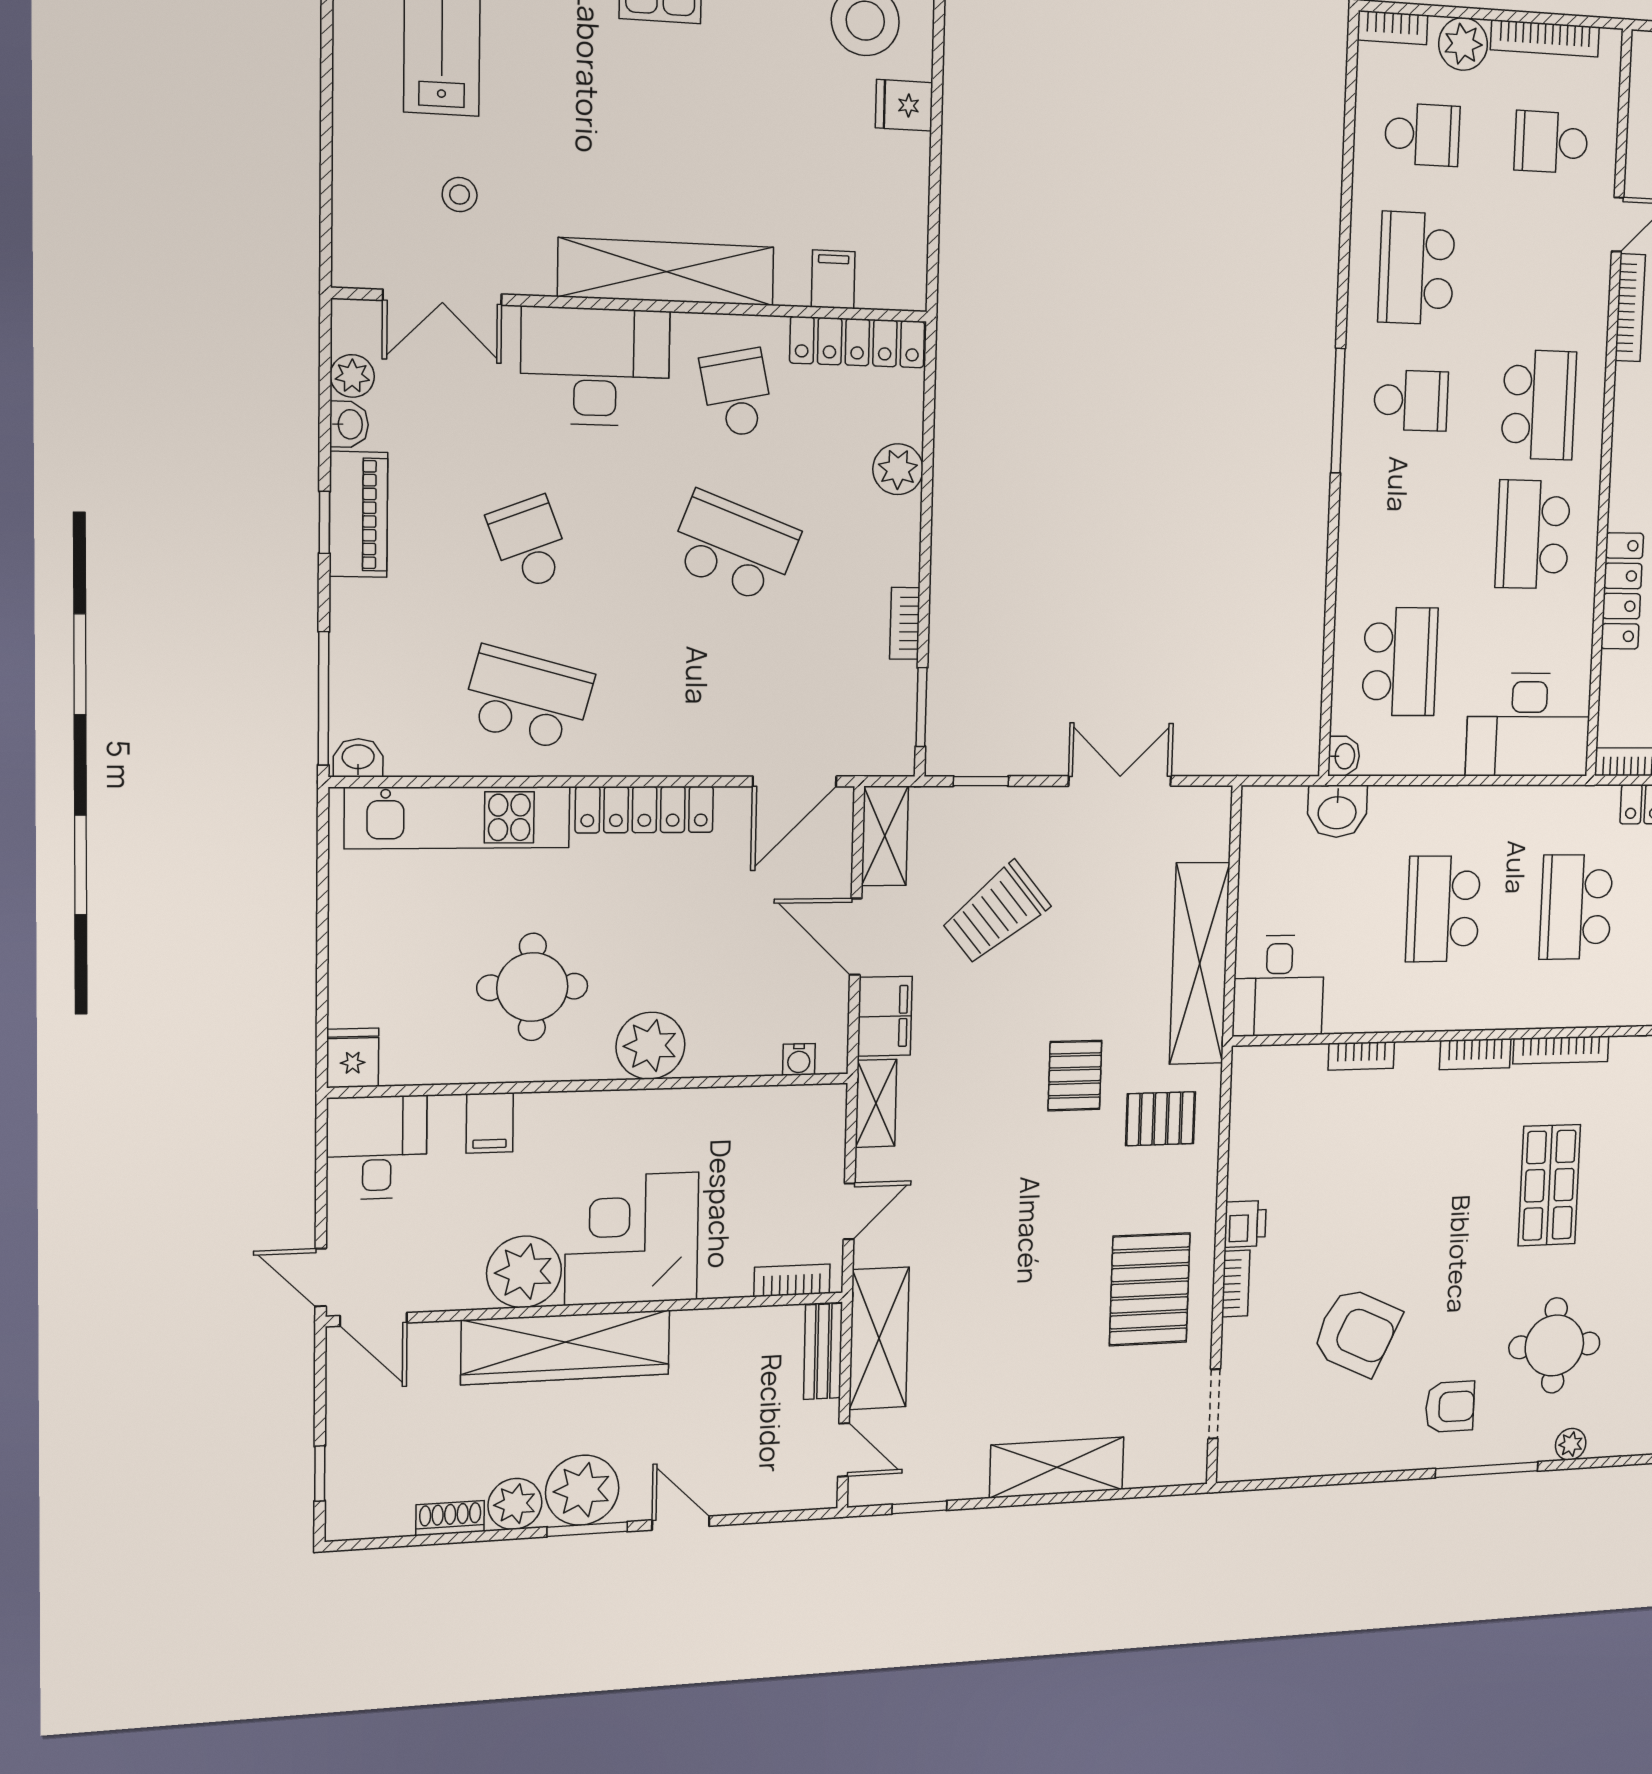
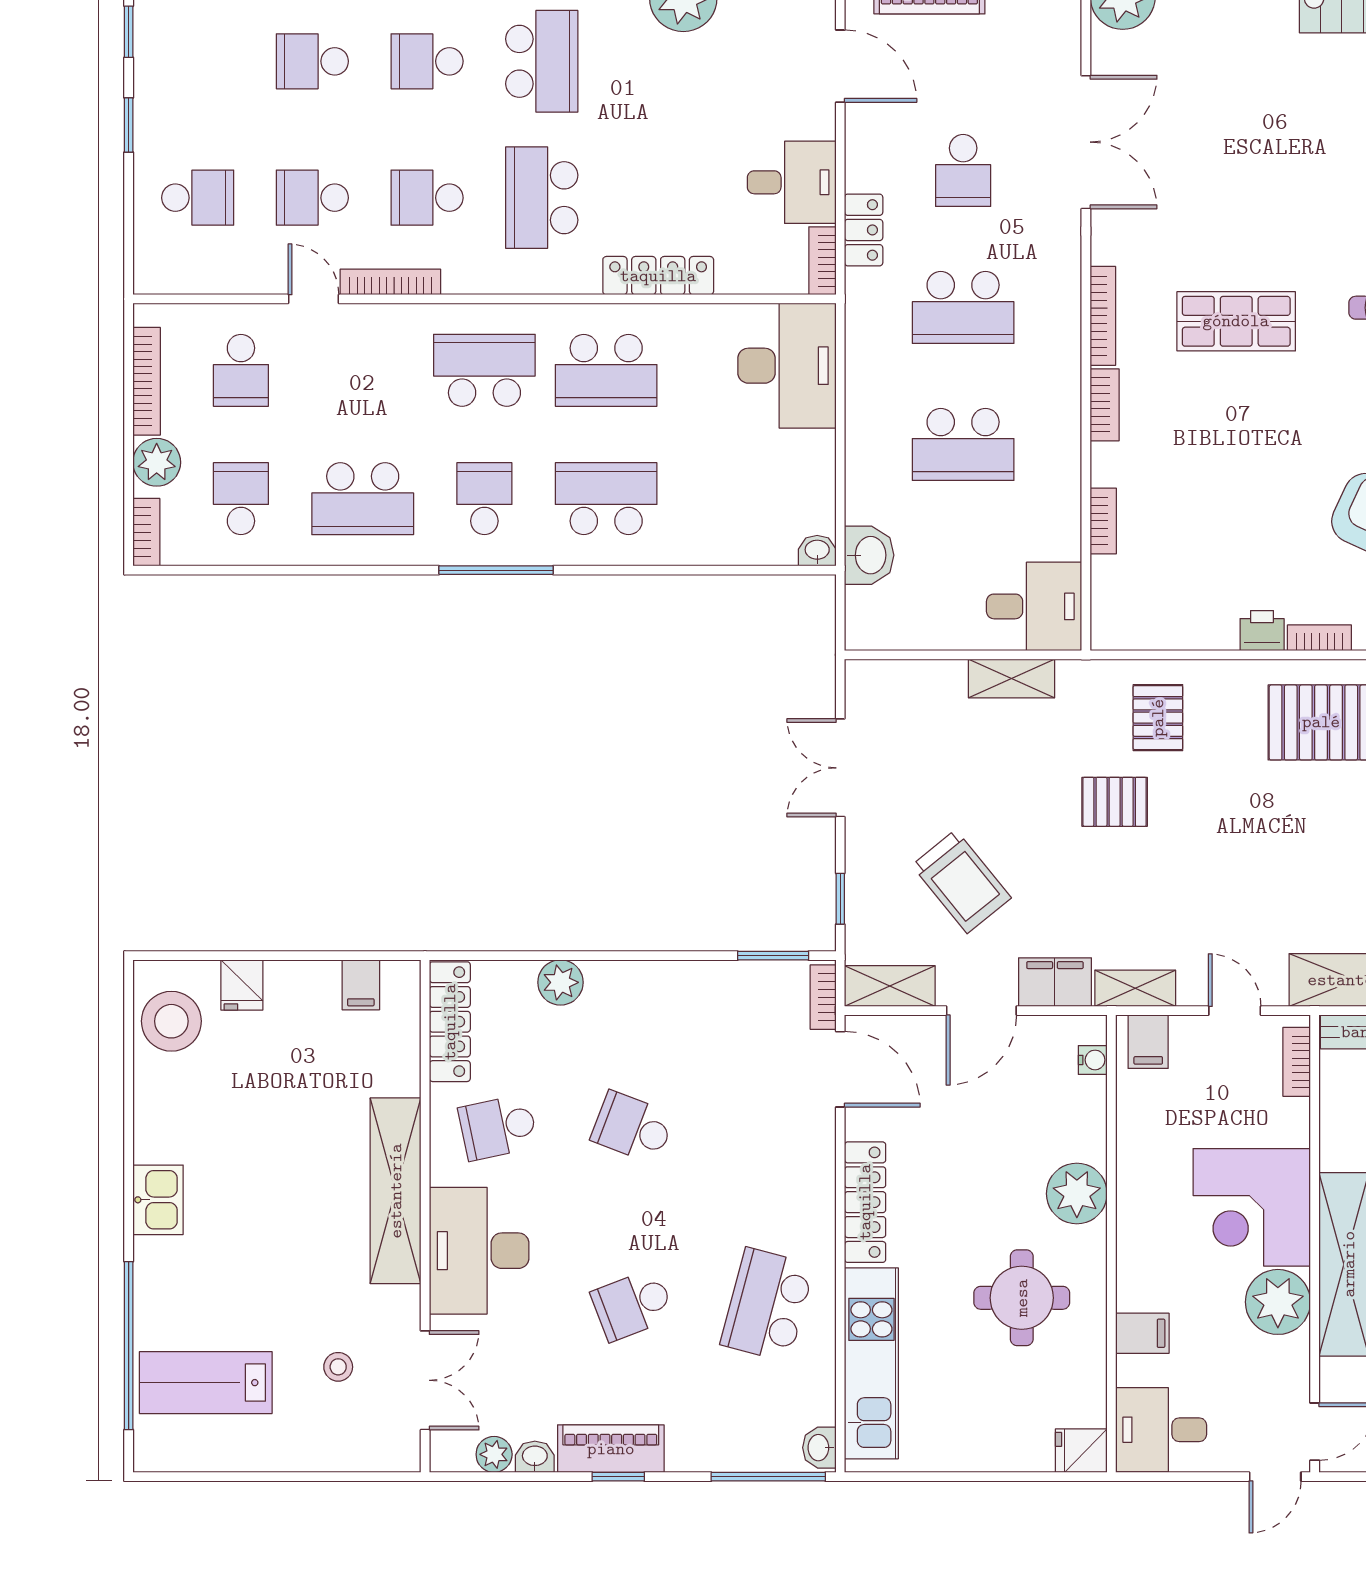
filing cabinet: (833, 279) -> (361, 985), moved, turned -90
school desk: (734, 547) -> (633, 1127), width x0.54
bookcase: (905, 623) -> (823, 997), moved, turned 90
school desk: (1400, 662) -> (606, 499), moved
shelving: (1200, 963) -> (1012, 678), width x0.45, depth x0.75
filing cabinet: (818, 1119) -> (1148, 1042), added

